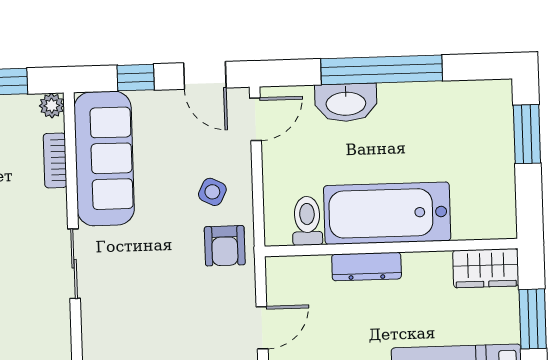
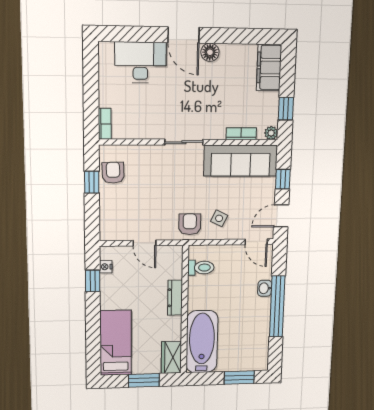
washbasin: (346, 103) -> (265, 288), width x0.52, depth x0.69
bathtub: (387, 213) -> (202, 342), moved
armchair: (225, 246) -> (190, 224), turned 90

